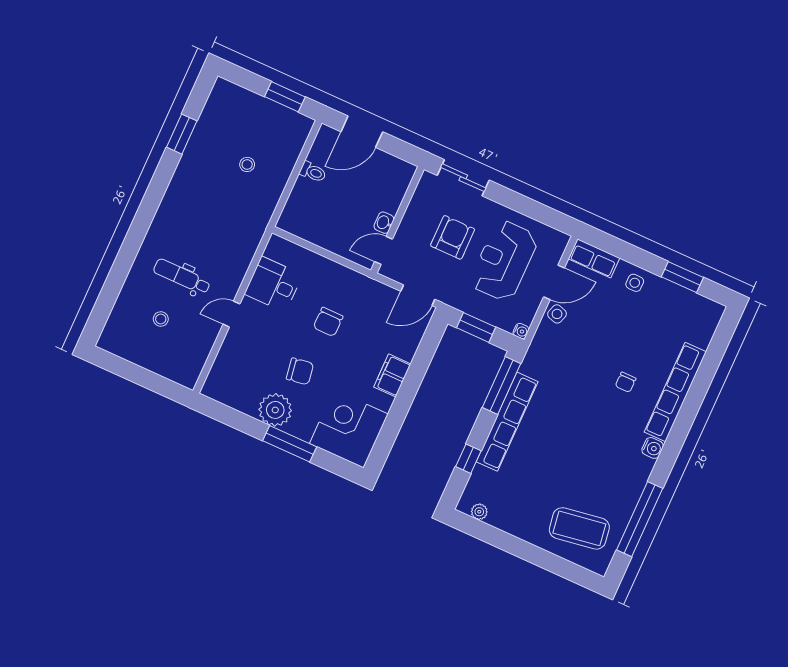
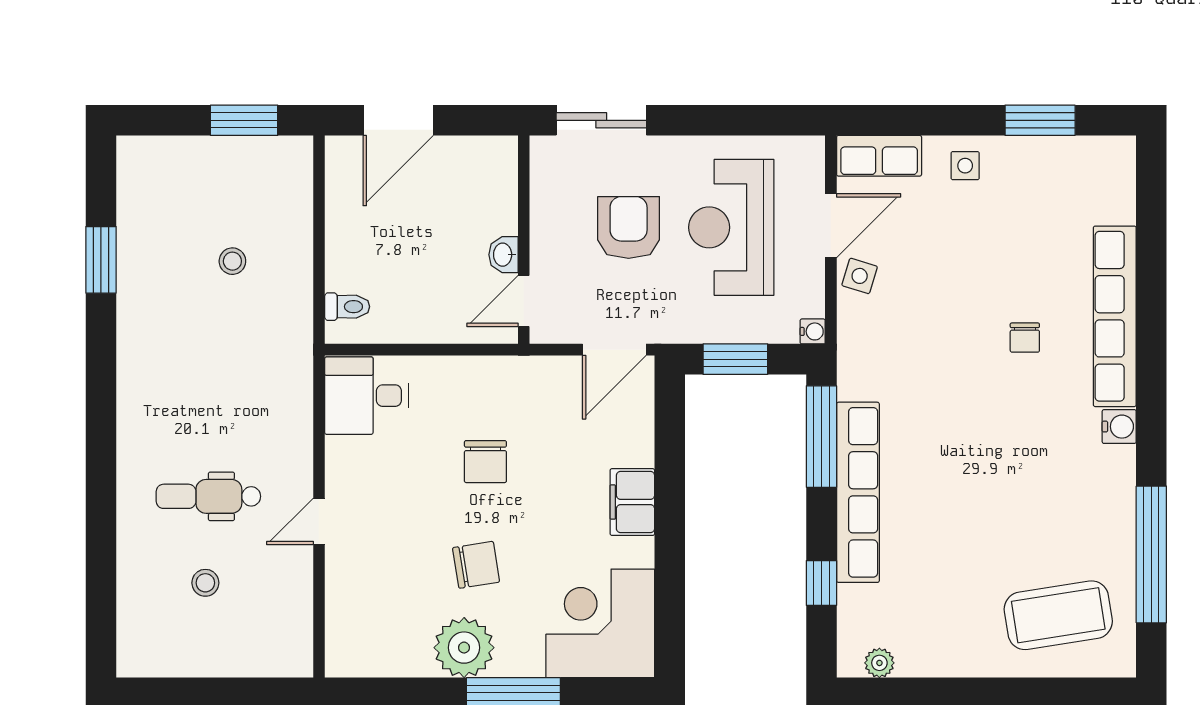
toilet: (313, 172) -> (347, 307), moved
desk: (273, 284) -> (366, 396), moved

